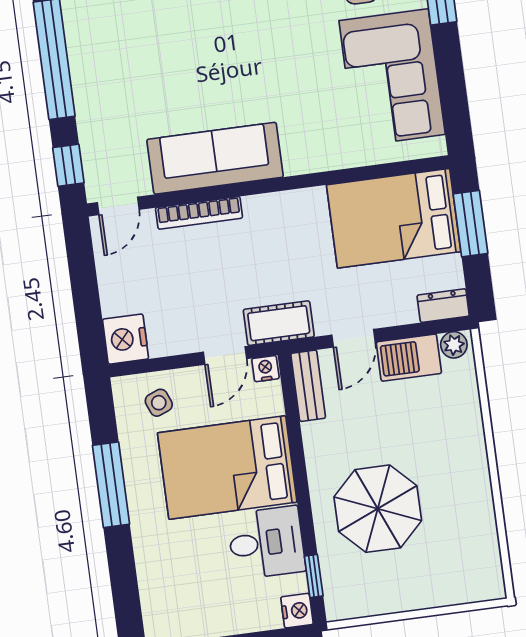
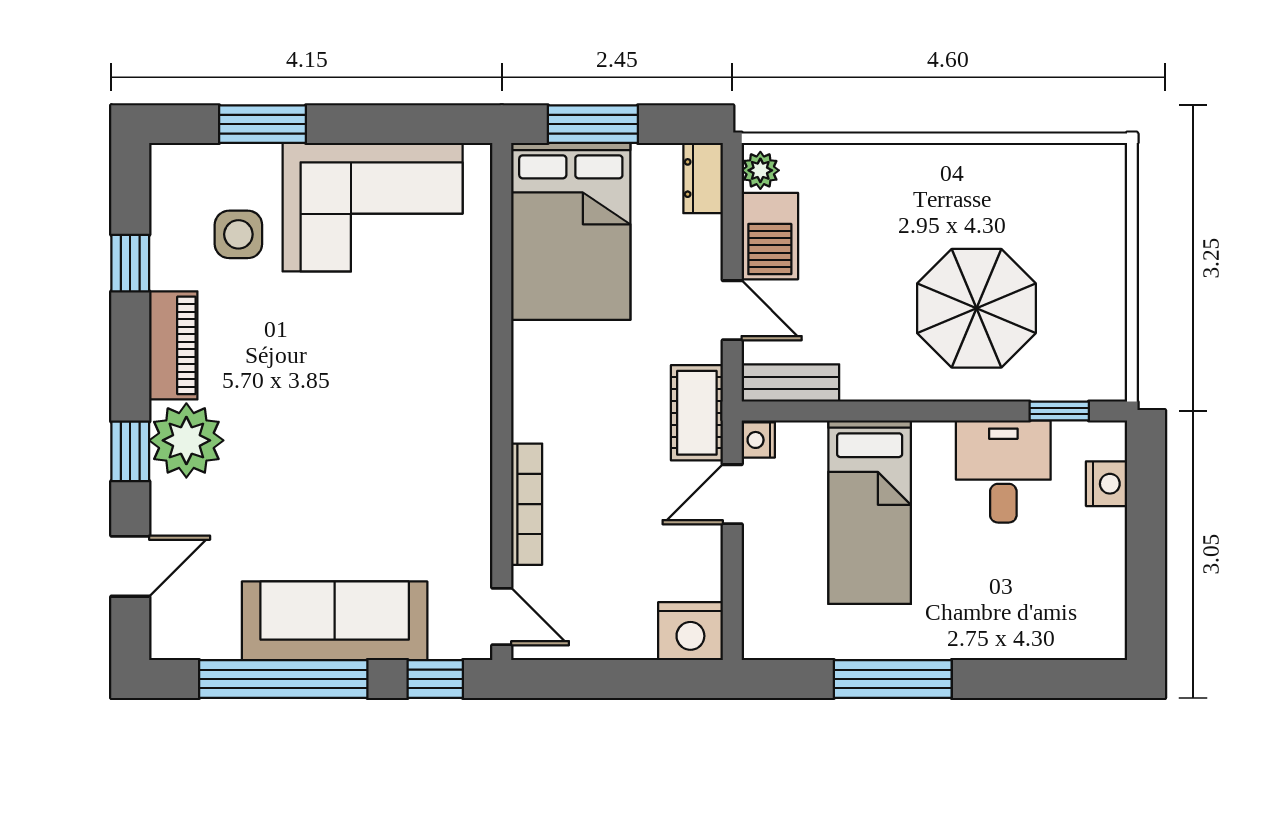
sofa: (215, 158) -> (335, 621), moved, turned 90
door: (225, 355) -> (732, 494), swing flipped
side table: (159, 403) -> (786, 596), removed
bed: (227, 467) -> (870, 512), width x0.67
nightstand: (297, 611) -> (1107, 484), moved, turned 90

